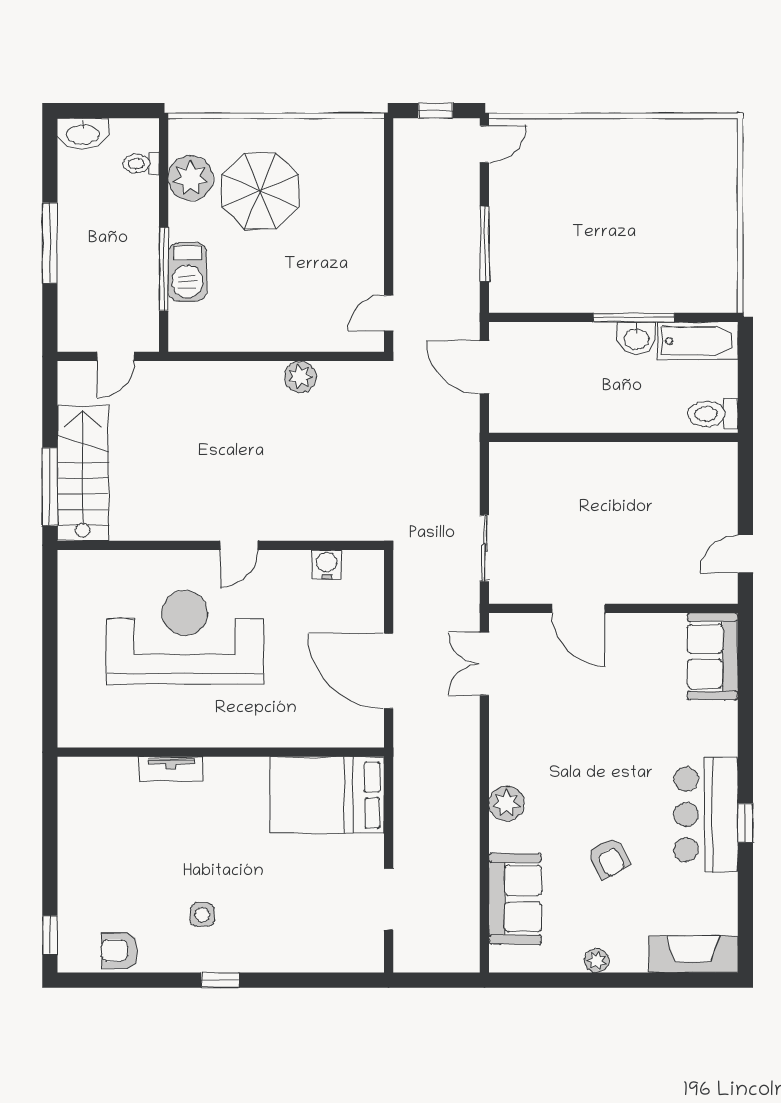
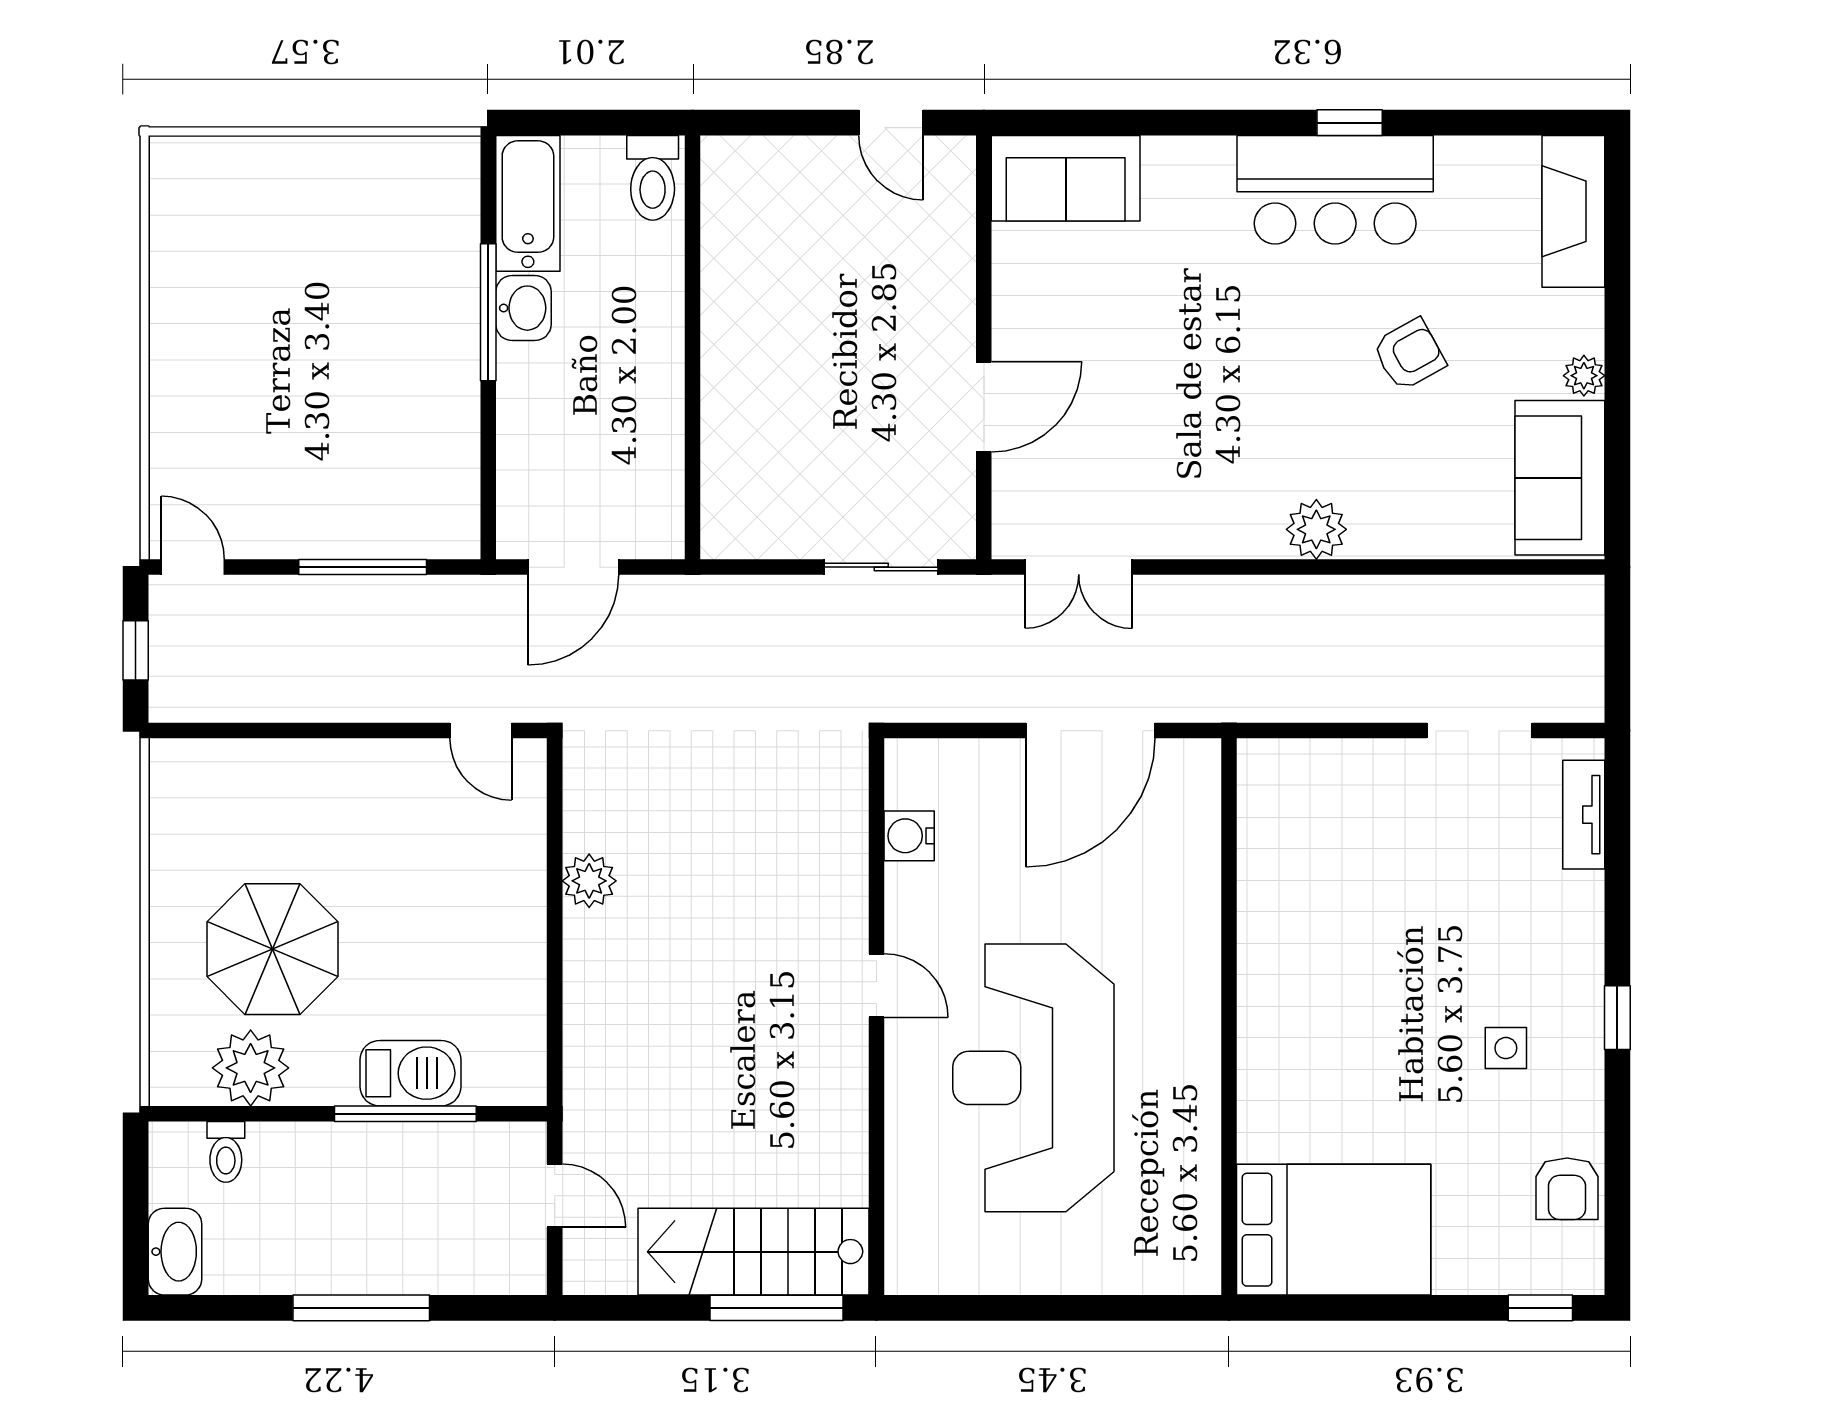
tv unit: (171, 769) -> (1584, 815), moved, turned 180
bed: (327, 795) -> (1334, 1230), moved, turned -90
sofa: (515, 899) -> (1560, 478), moved, turned -90

